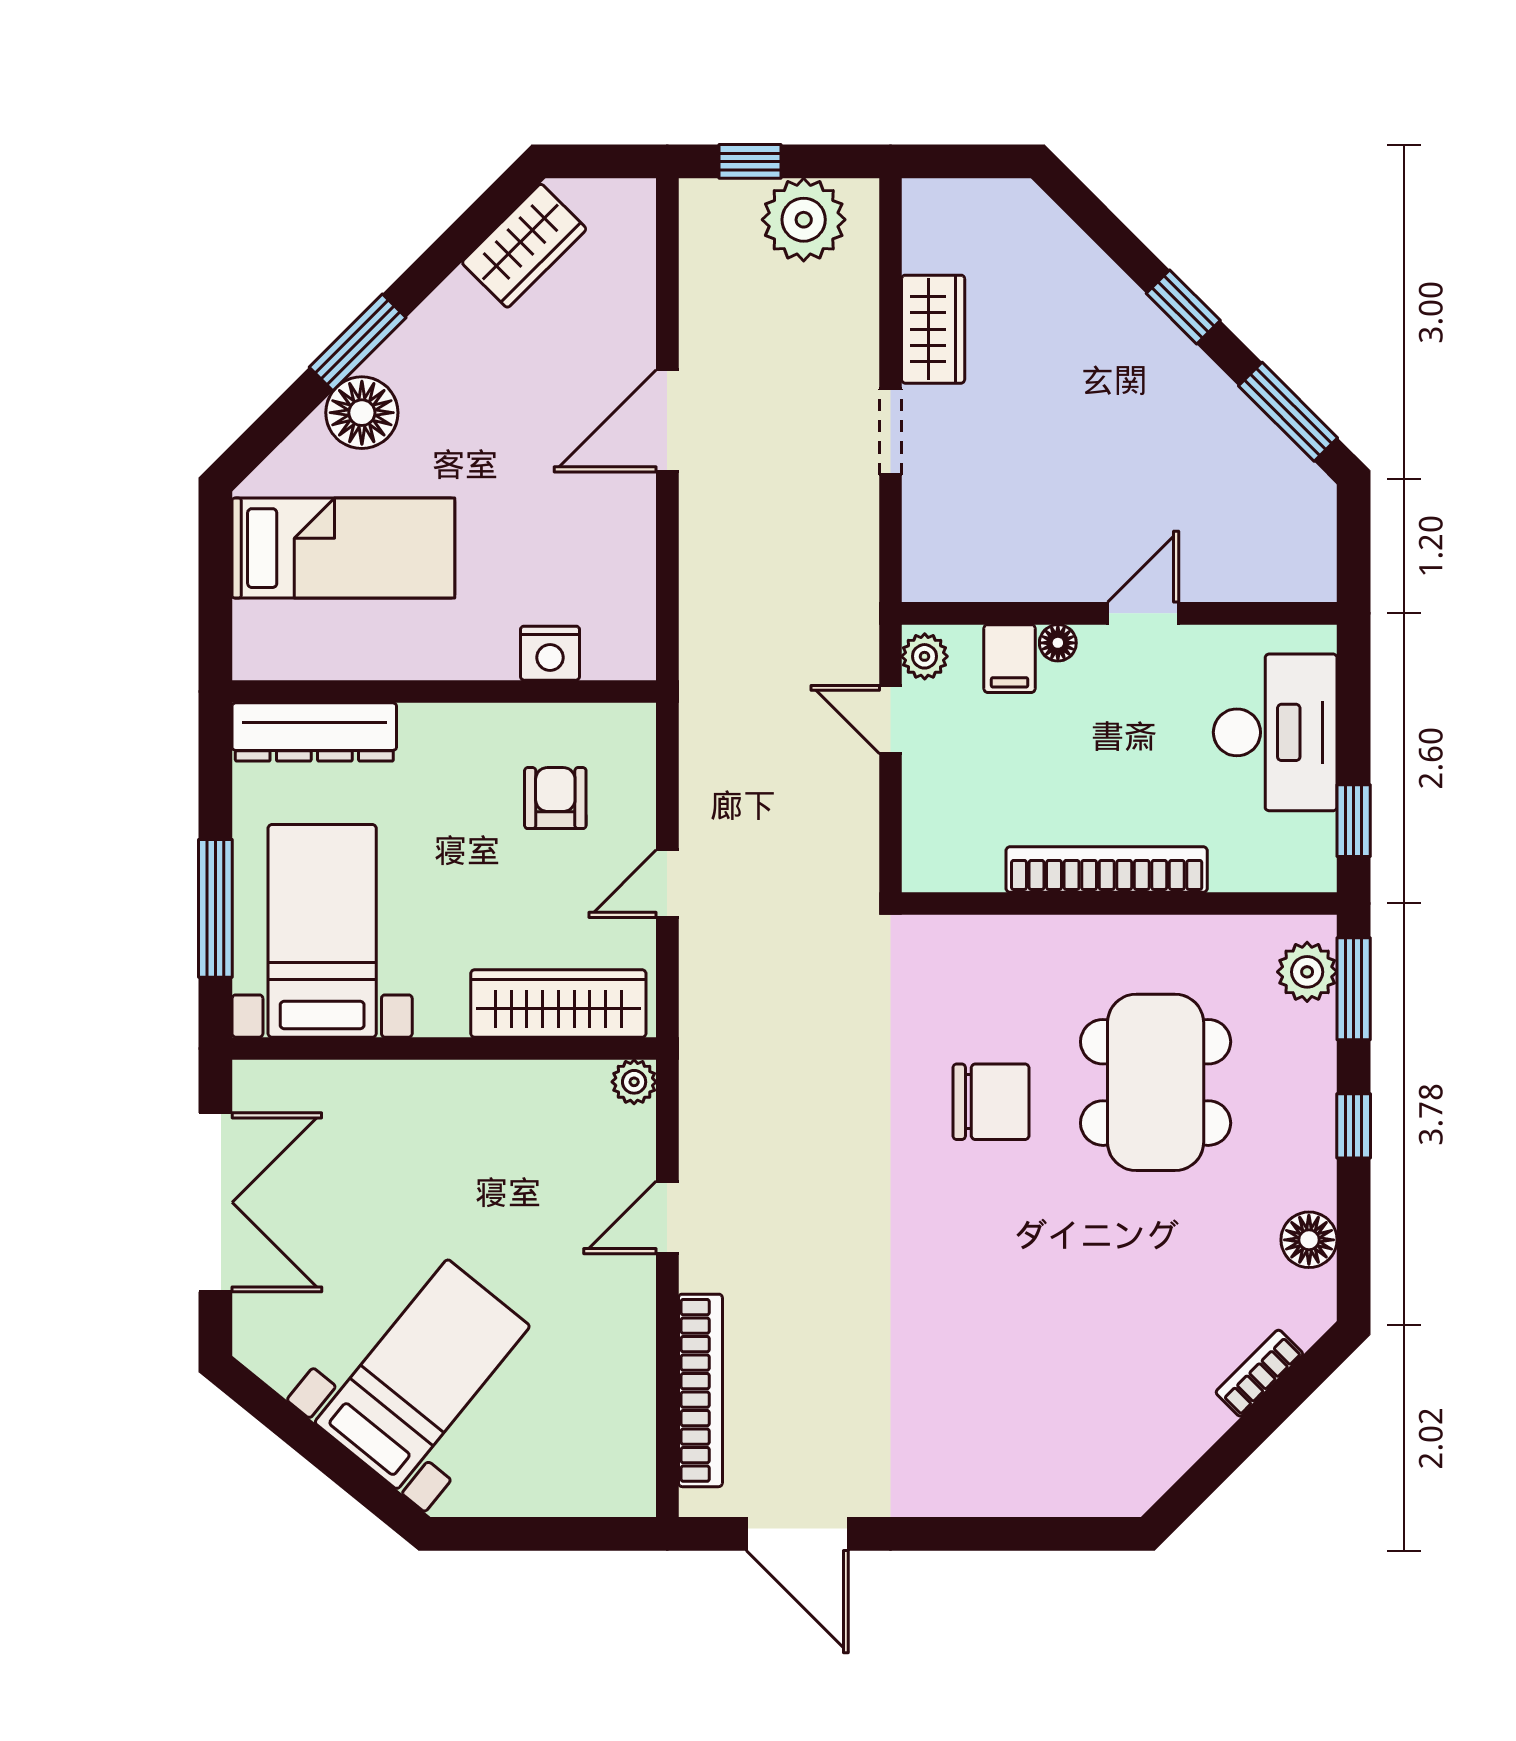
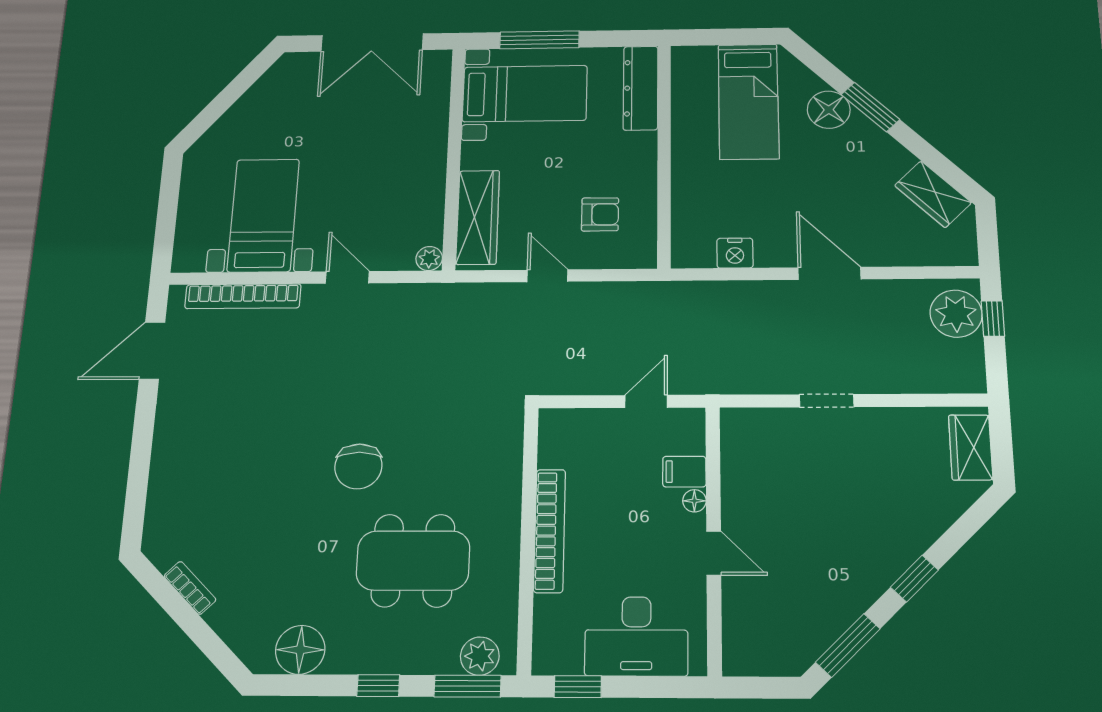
plant: (804, 220) -> (956, 314), moved
wardrobe: (933, 329) -> (971, 447), moved, turned 90
nightstand: (550, 653) -> (735, 253), moved, turned -90
plant: (925, 656) -> (686, 421), removed
chair: (991, 1102) -> (358, 466), moved
floor lamp: (1309, 1240) -> (300, 650), width x1.38, depth x1.38
bookcase: (1259, 1373) -> (190, 588), moved
bed with nightstands: (422, 1374) -> (263, 215), moved, turned -129

